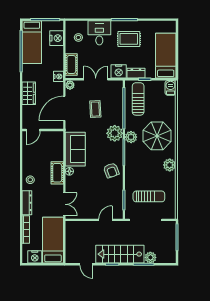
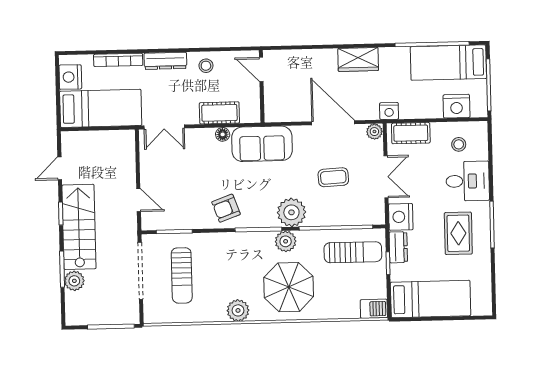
door: (33, 130) -> (261, 69), moved
wall: (43, 130) -> (262, 86), moved

